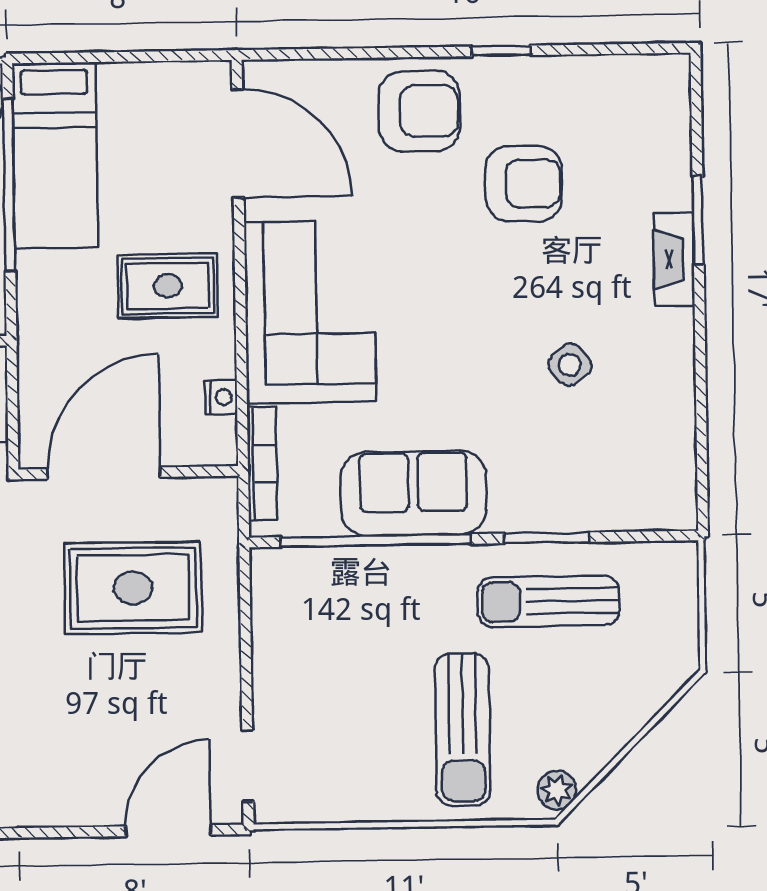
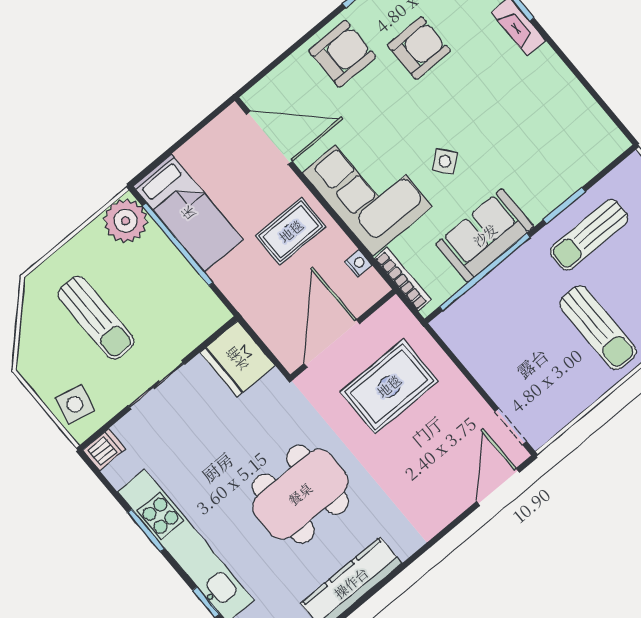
side table: (570, 365) -> (445, 161), moved

